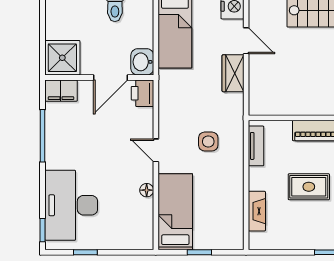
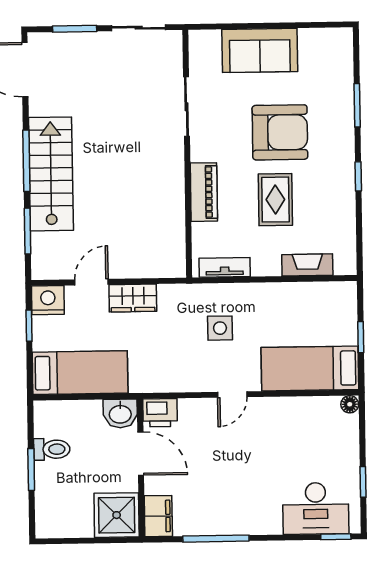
floor lamp: (147, 190) -> (350, 404), moved
desk: (71, 205) -> (316, 508), width x0.73, depth x0.77

